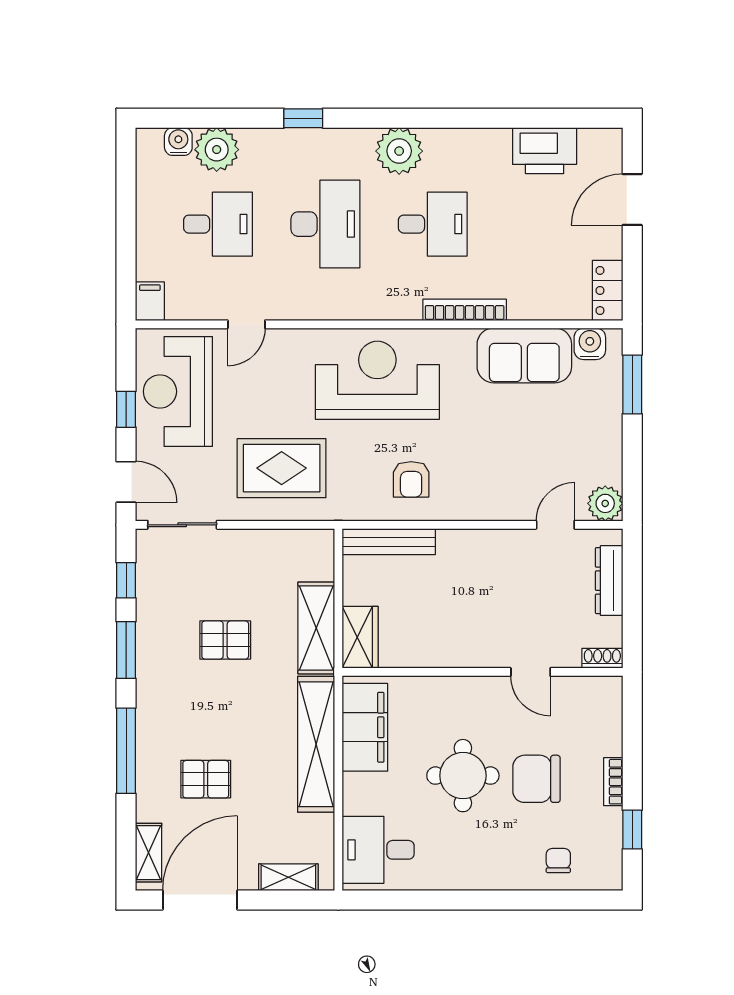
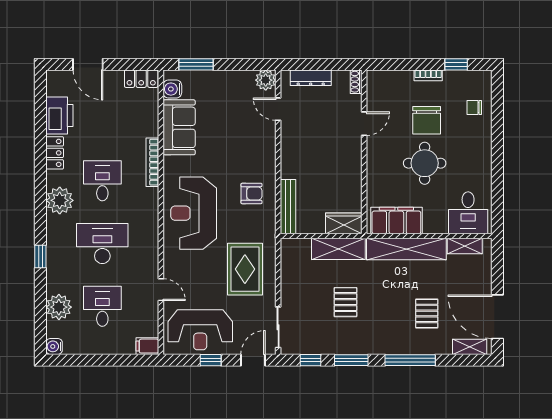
water cooler: (178, 142) -> (54, 346), moved
locker: (481, 142) -> (55, 153), added
shelving: (288, 877) -> (465, 246), moved, turned 90

